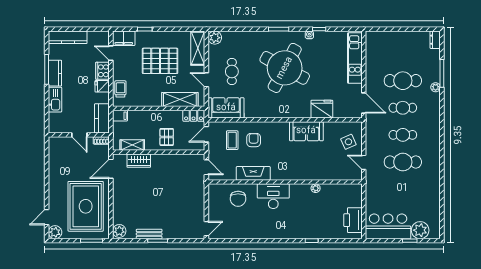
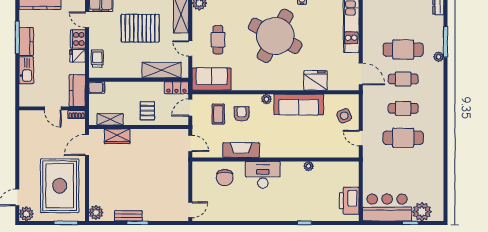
plant: (277, 126) -> (266, 99), added
sofa: (306, 131) -> (299, 105), width x1.36

